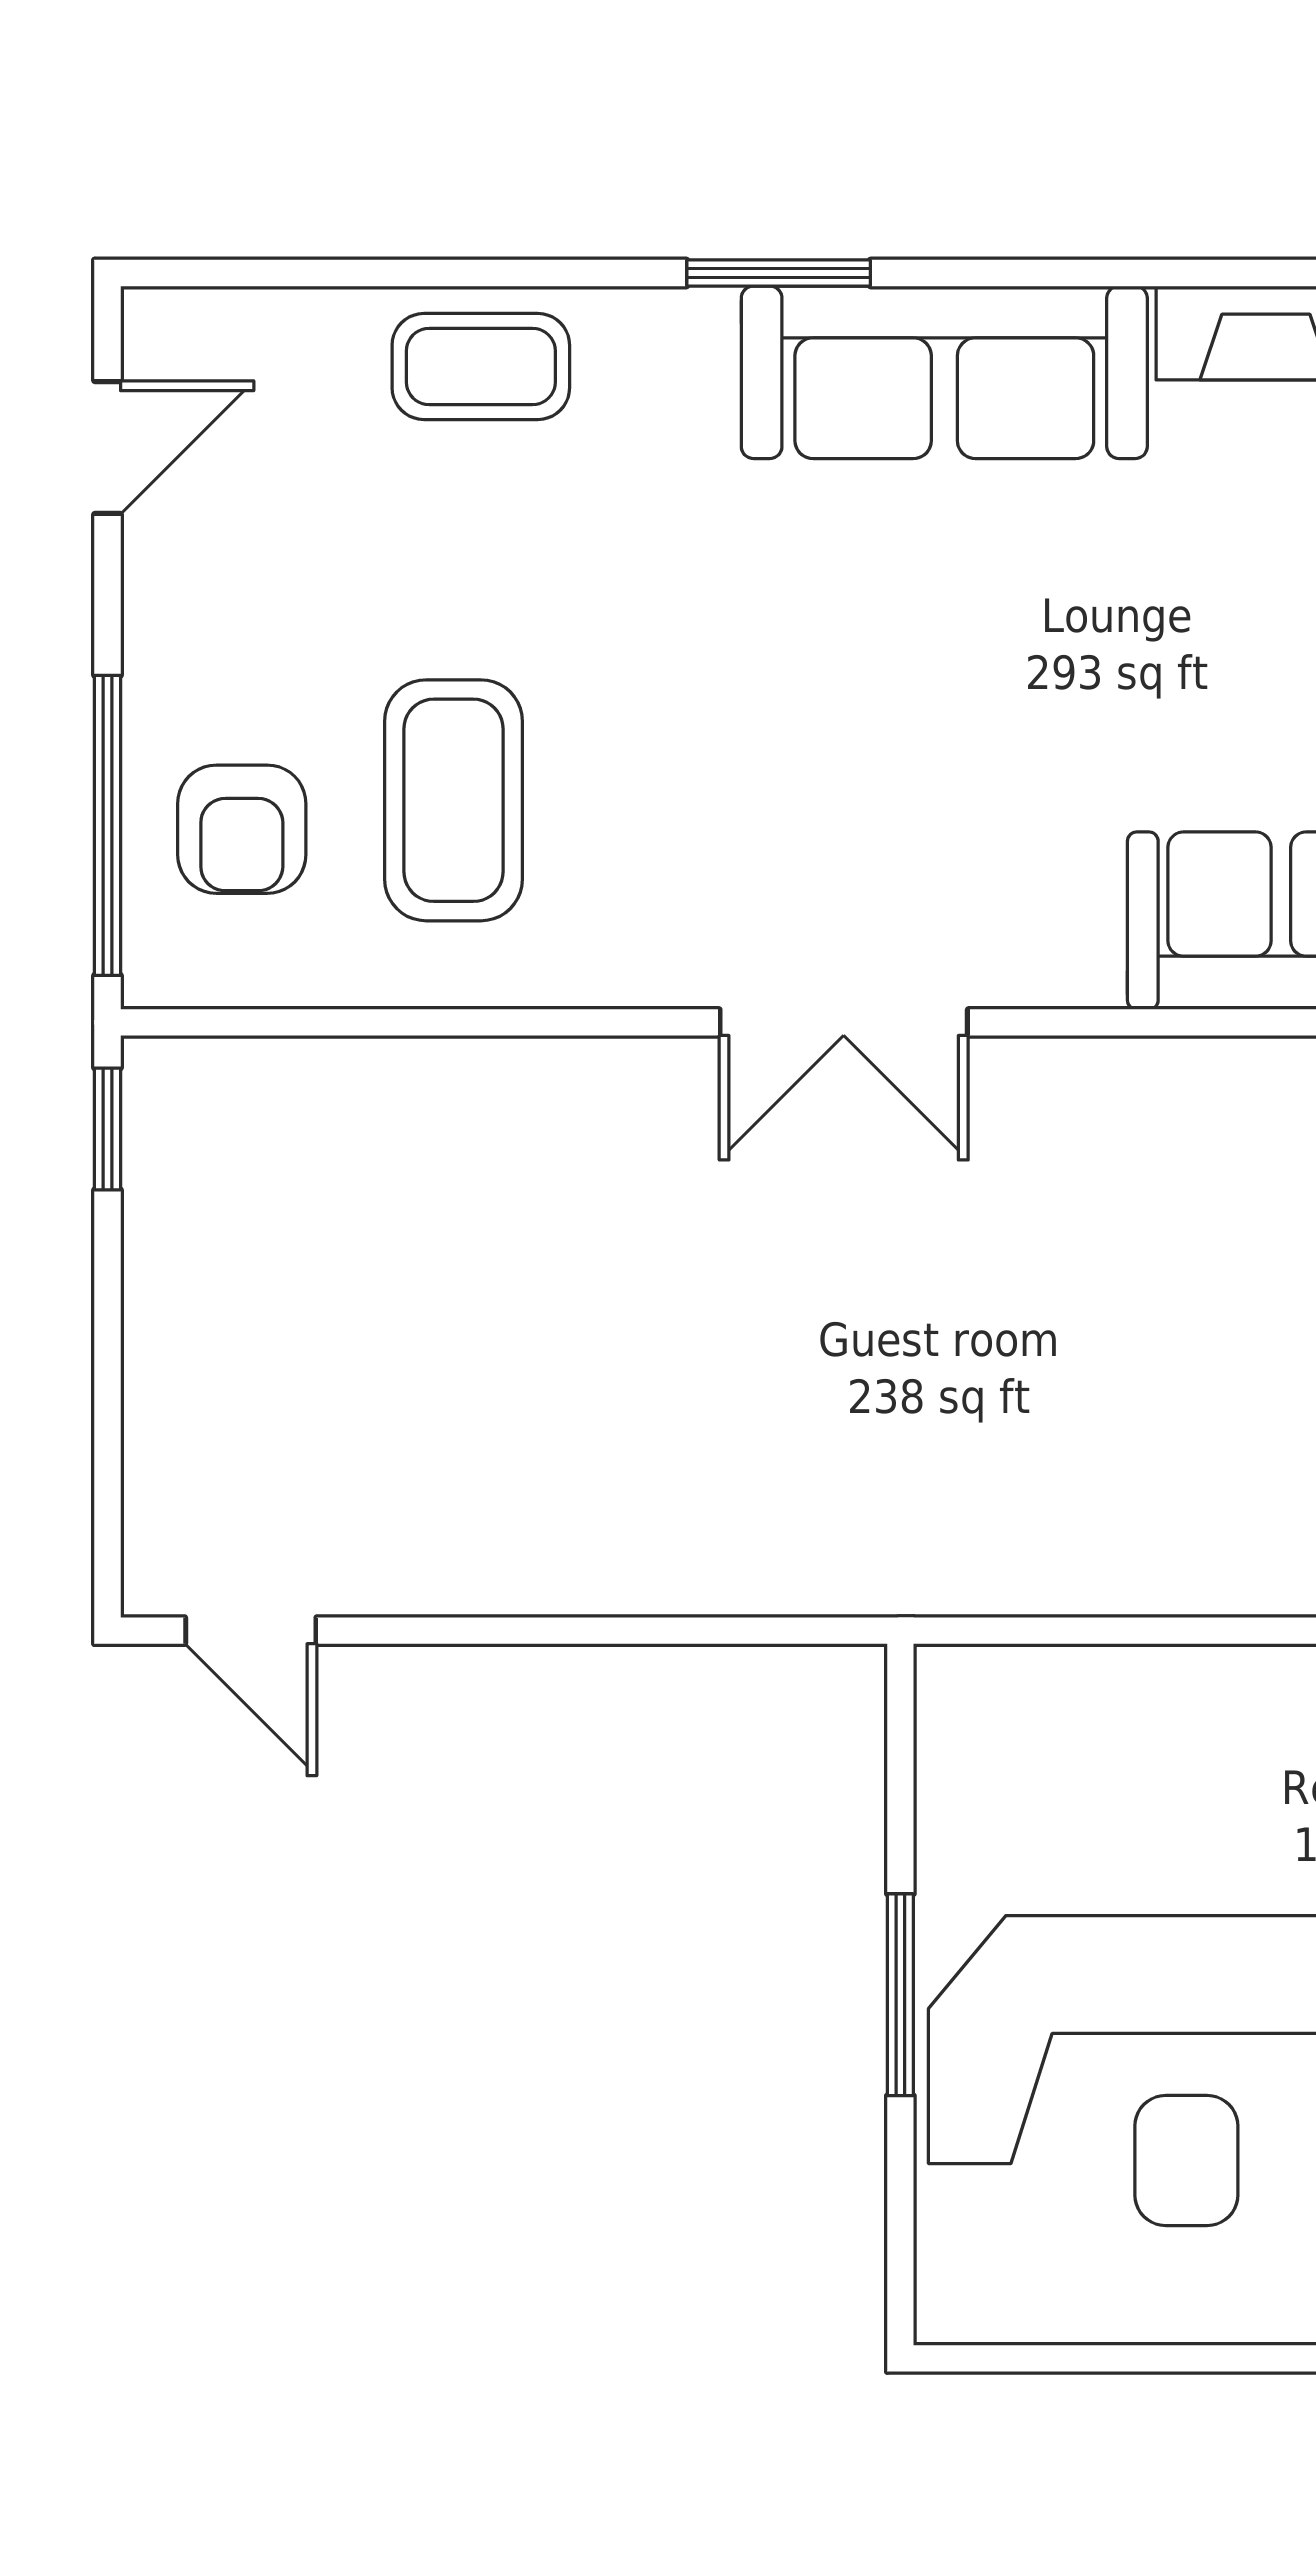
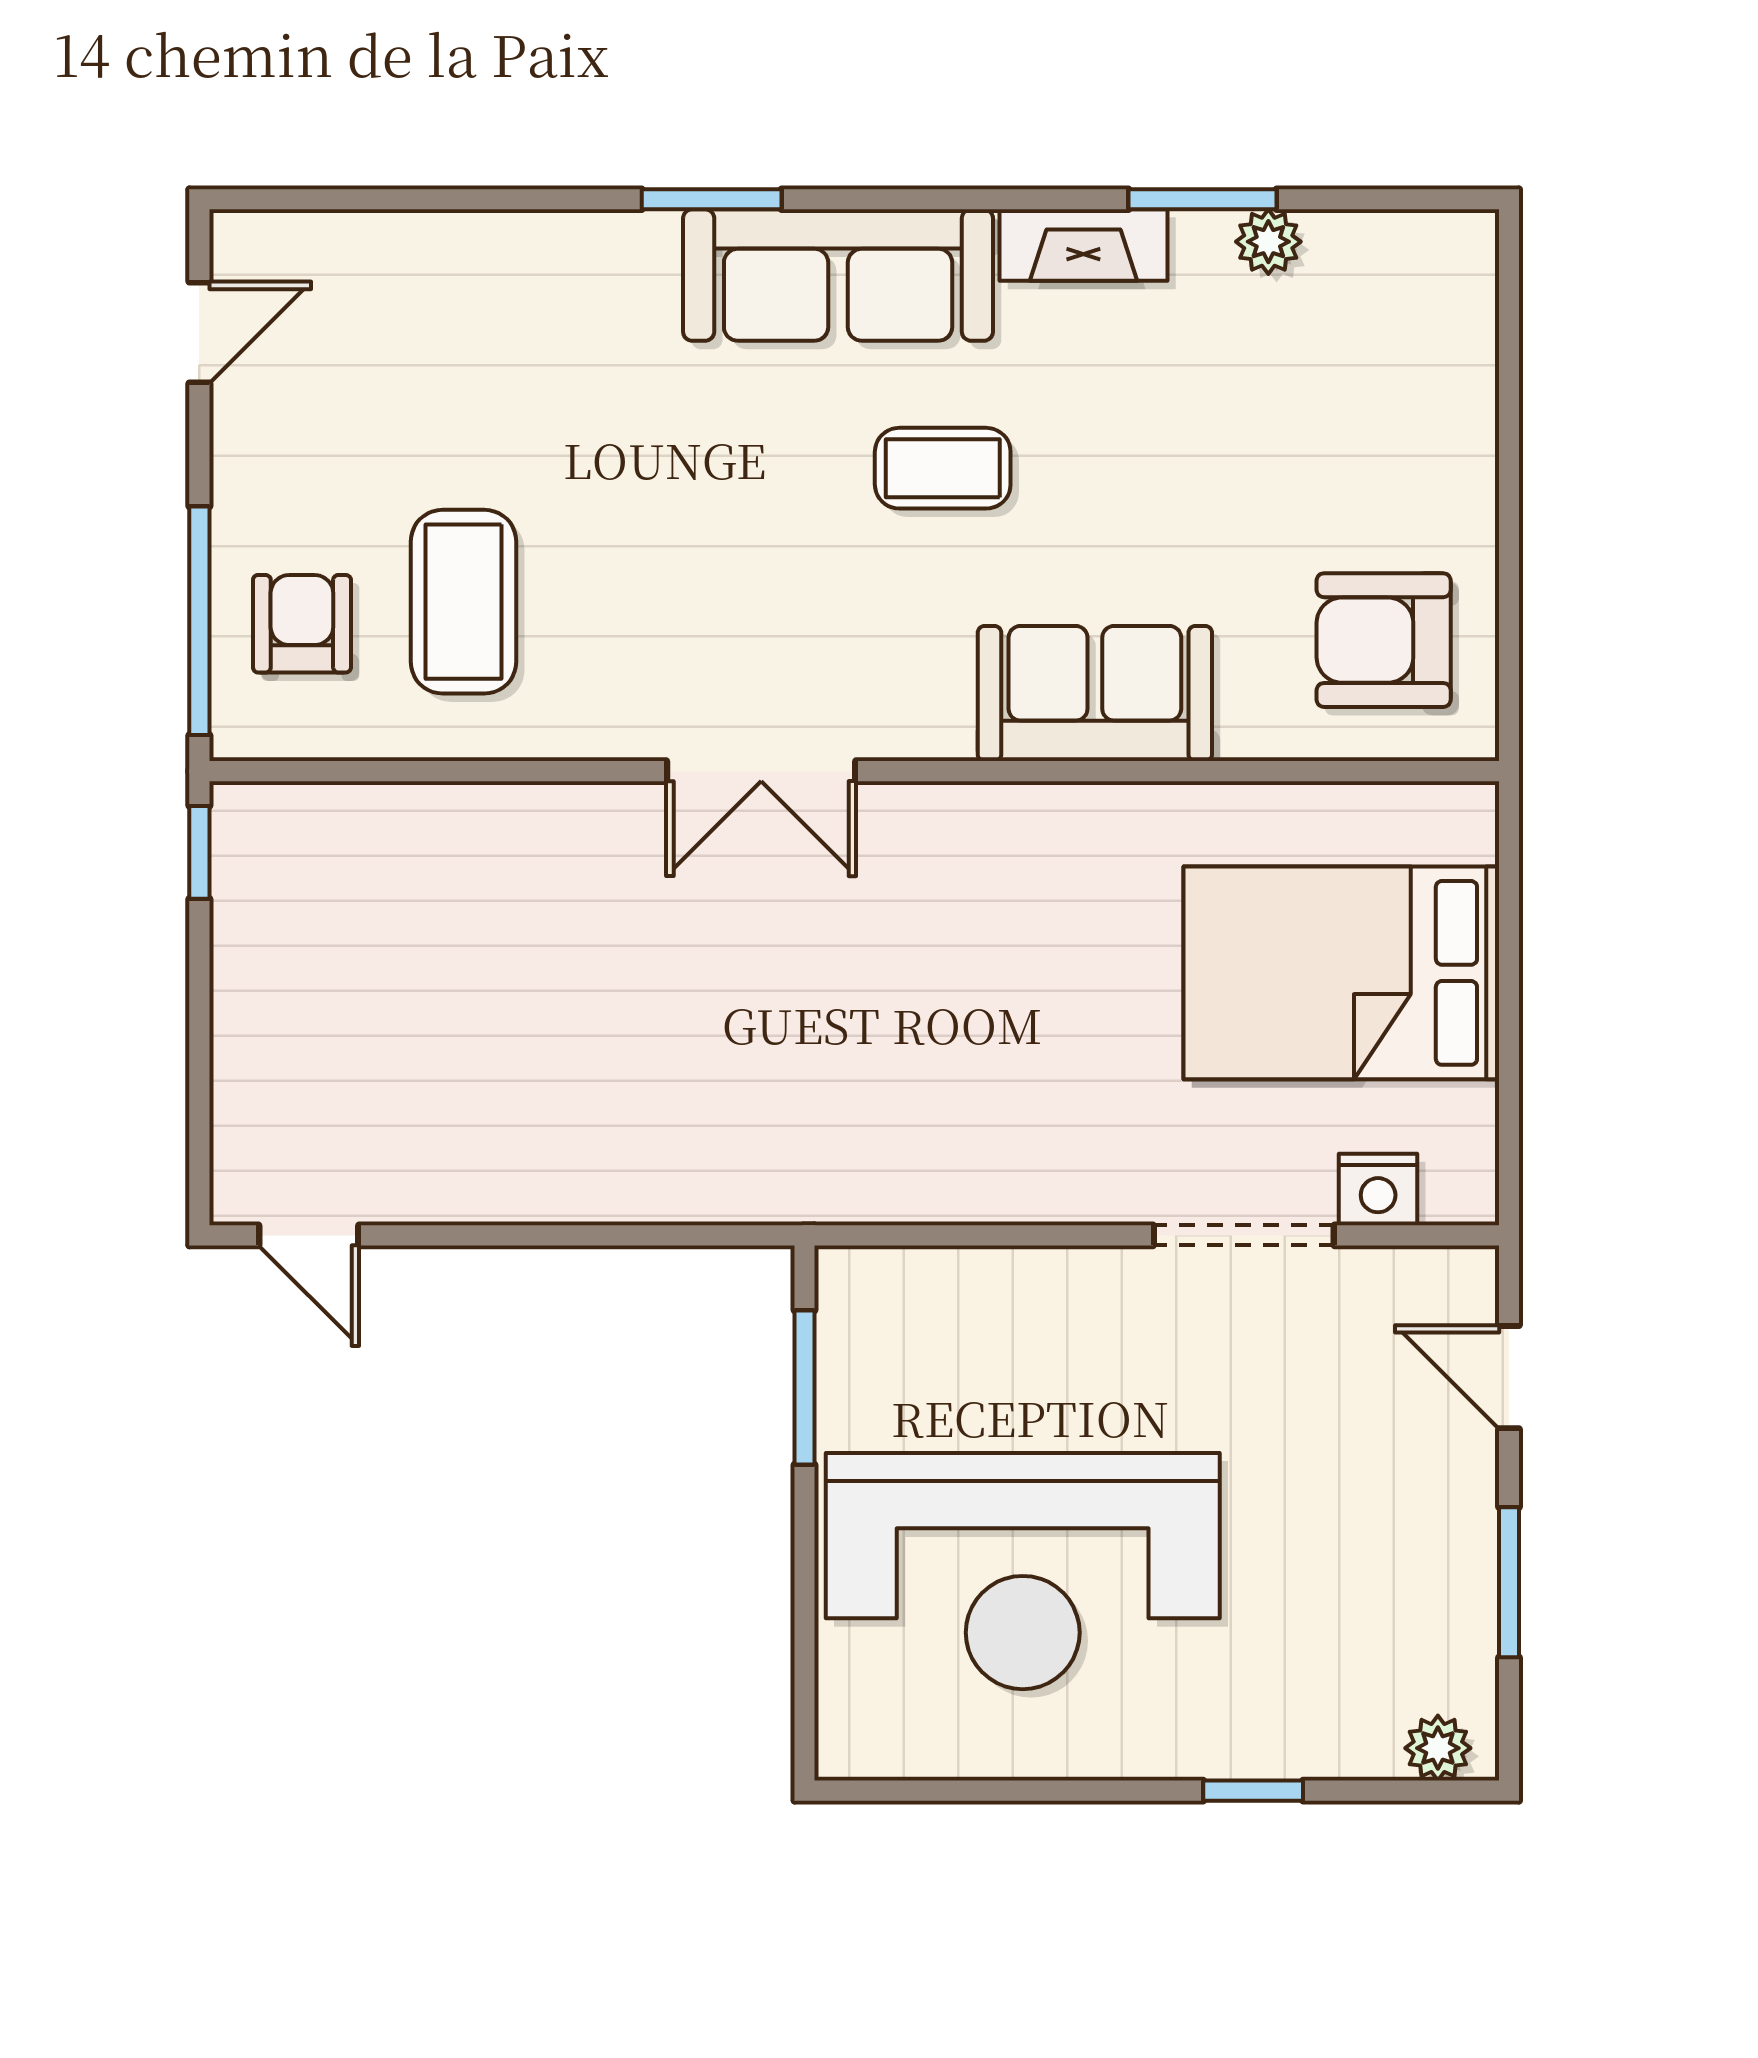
coffee table: (481, 367) -> (943, 468), moved
armchair: (242, 829) -> (302, 624), turned 180
window: (900, 1995) -> (804, 1387), moved

